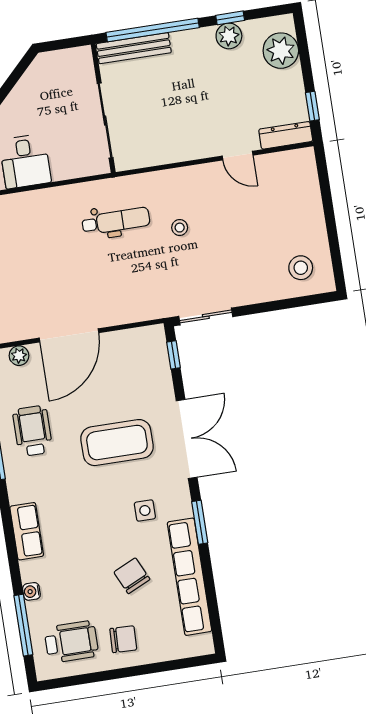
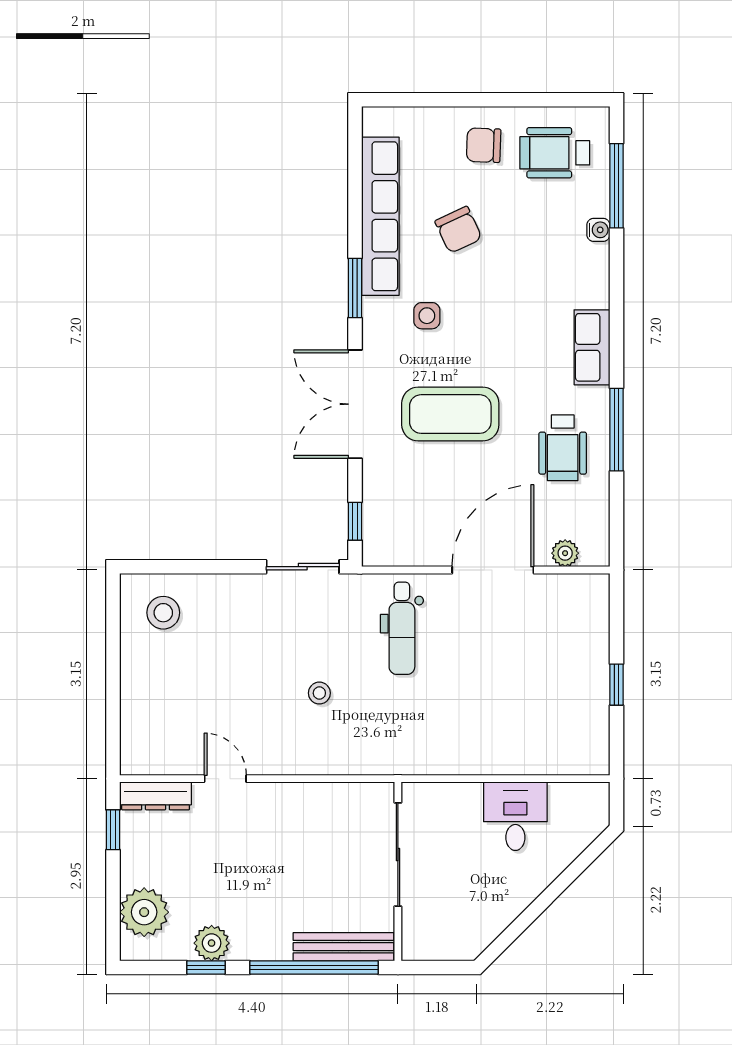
dental chair: (116, 221) -> (402, 628), moved, turned -90
row of seats: (27, 531) -> (592, 347), moved

